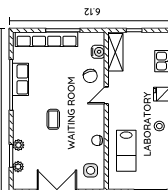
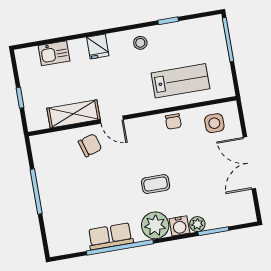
row of seats: (47, 39) -> (52, 211), removed
water cooler: (98, 52) -> (179, 226), moved, turned 180
shelving: (115, 52) -> (74, 114), moved
plant: (18, 167) -> (155, 225), moved, width x1.88, depth x1.88

